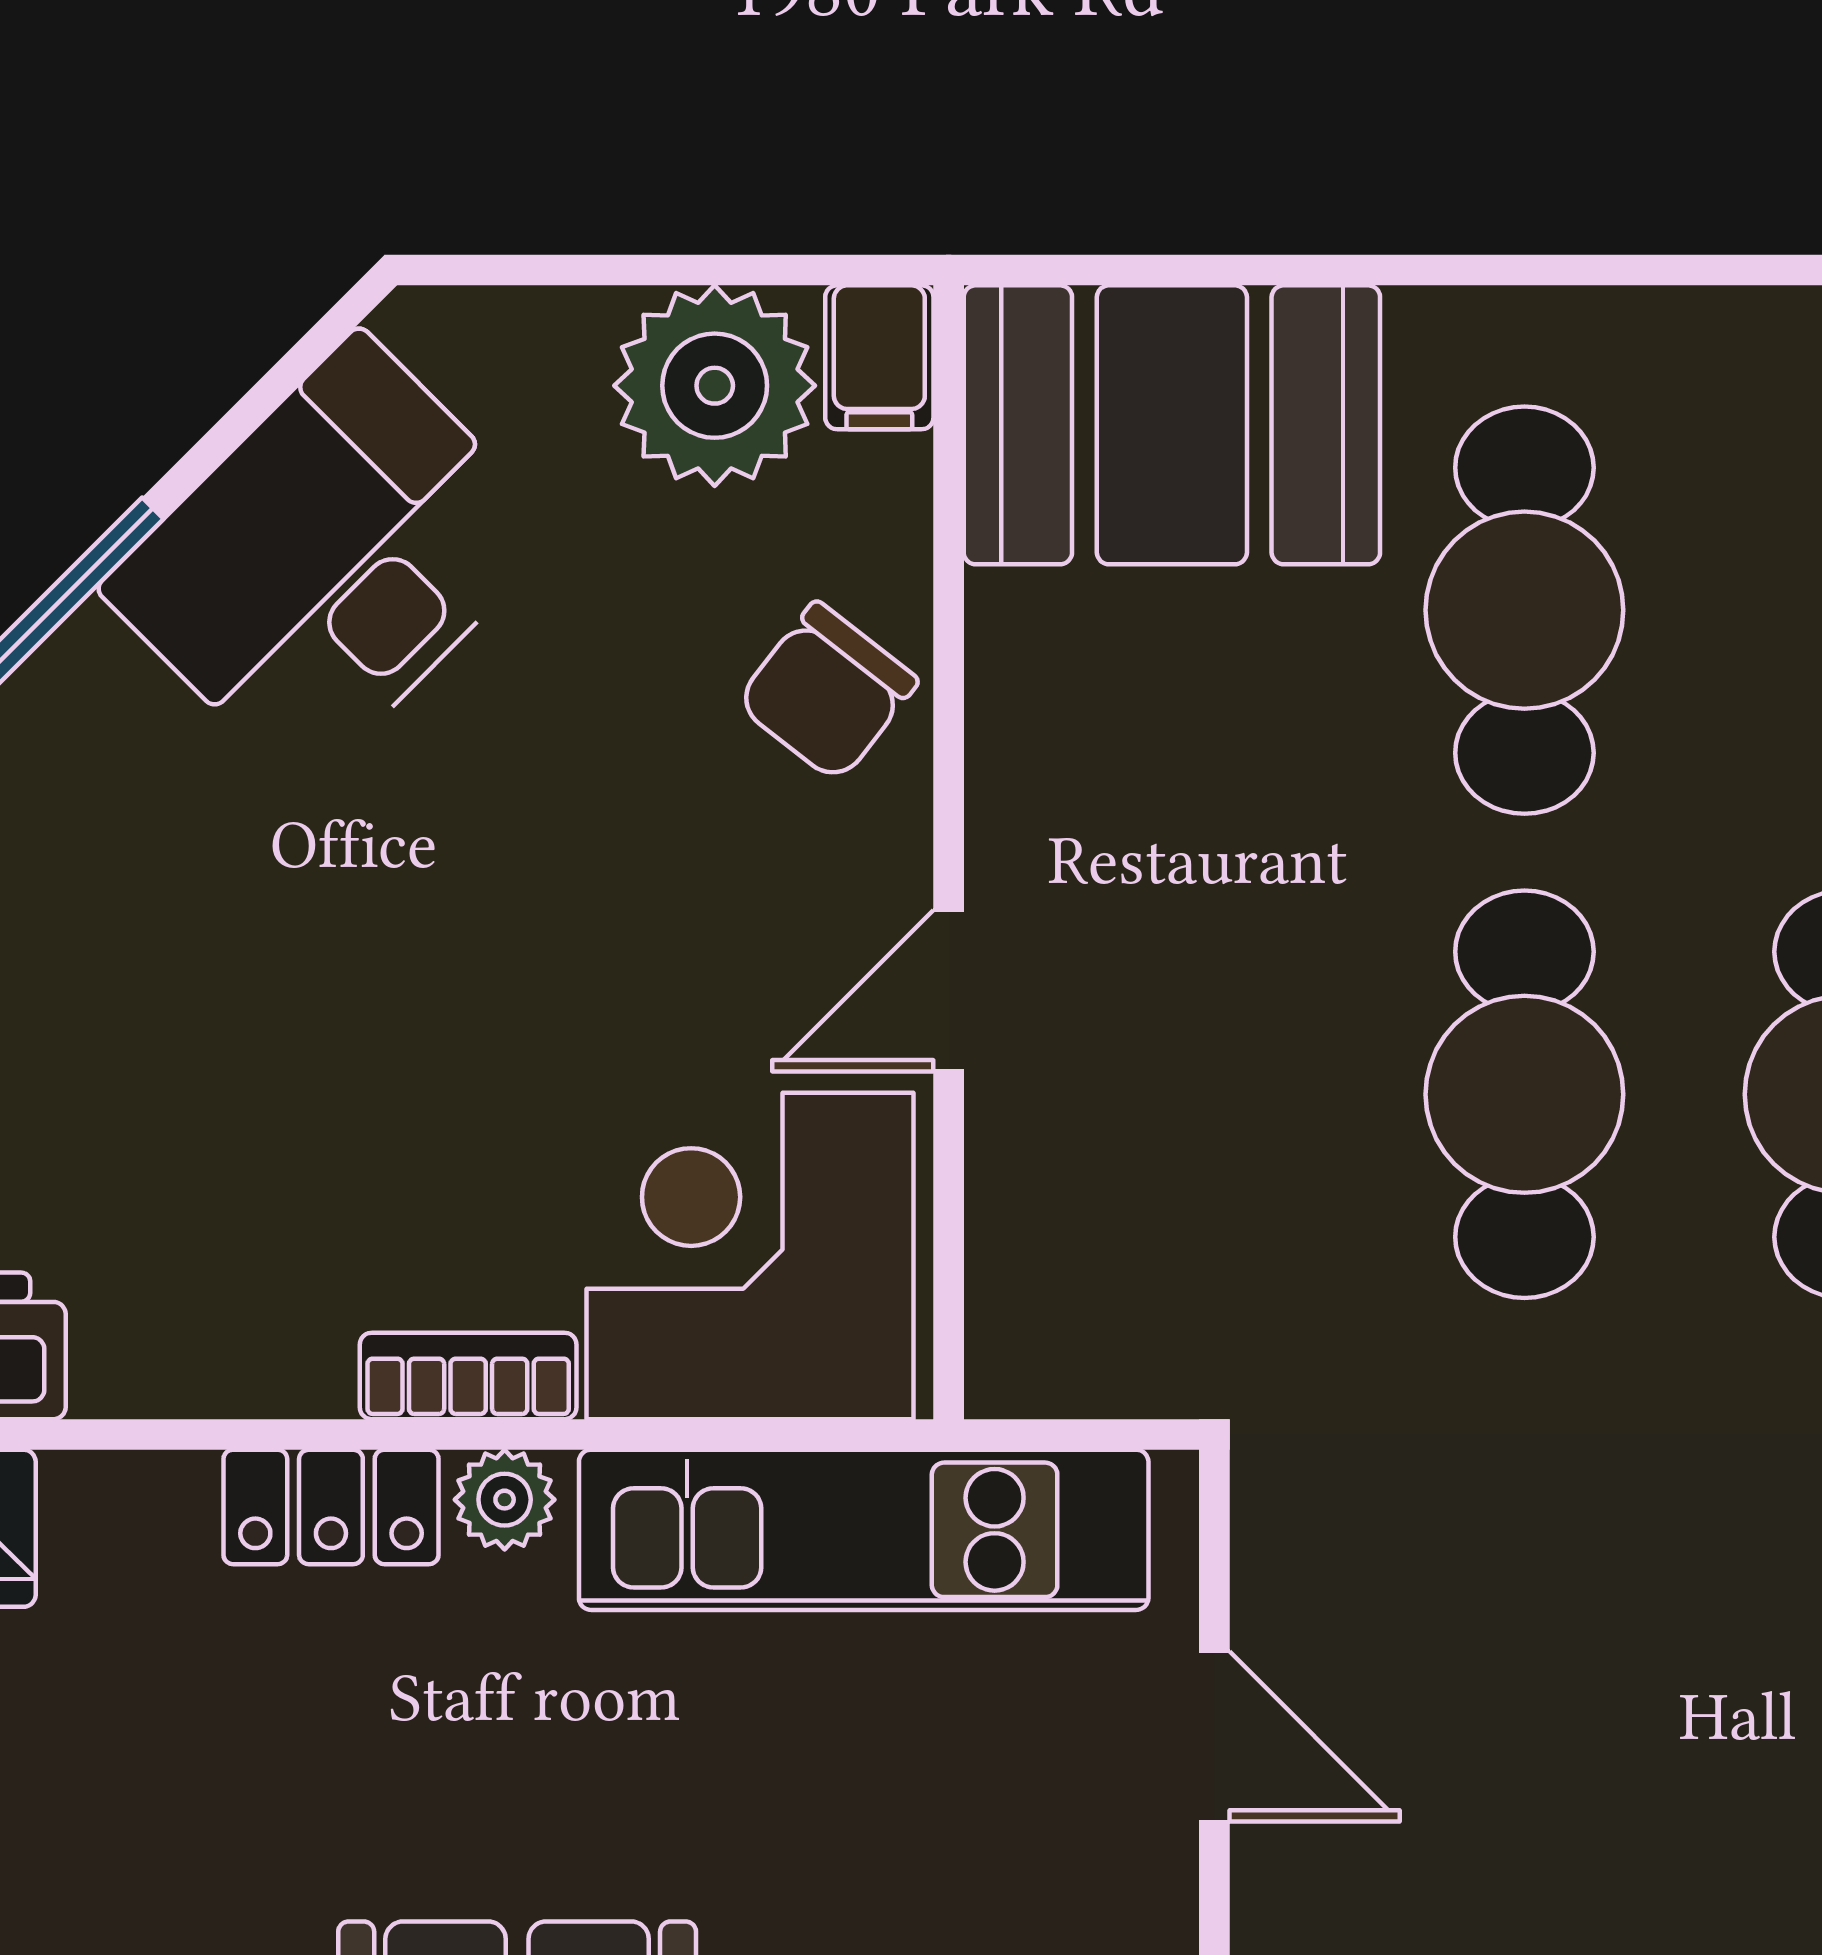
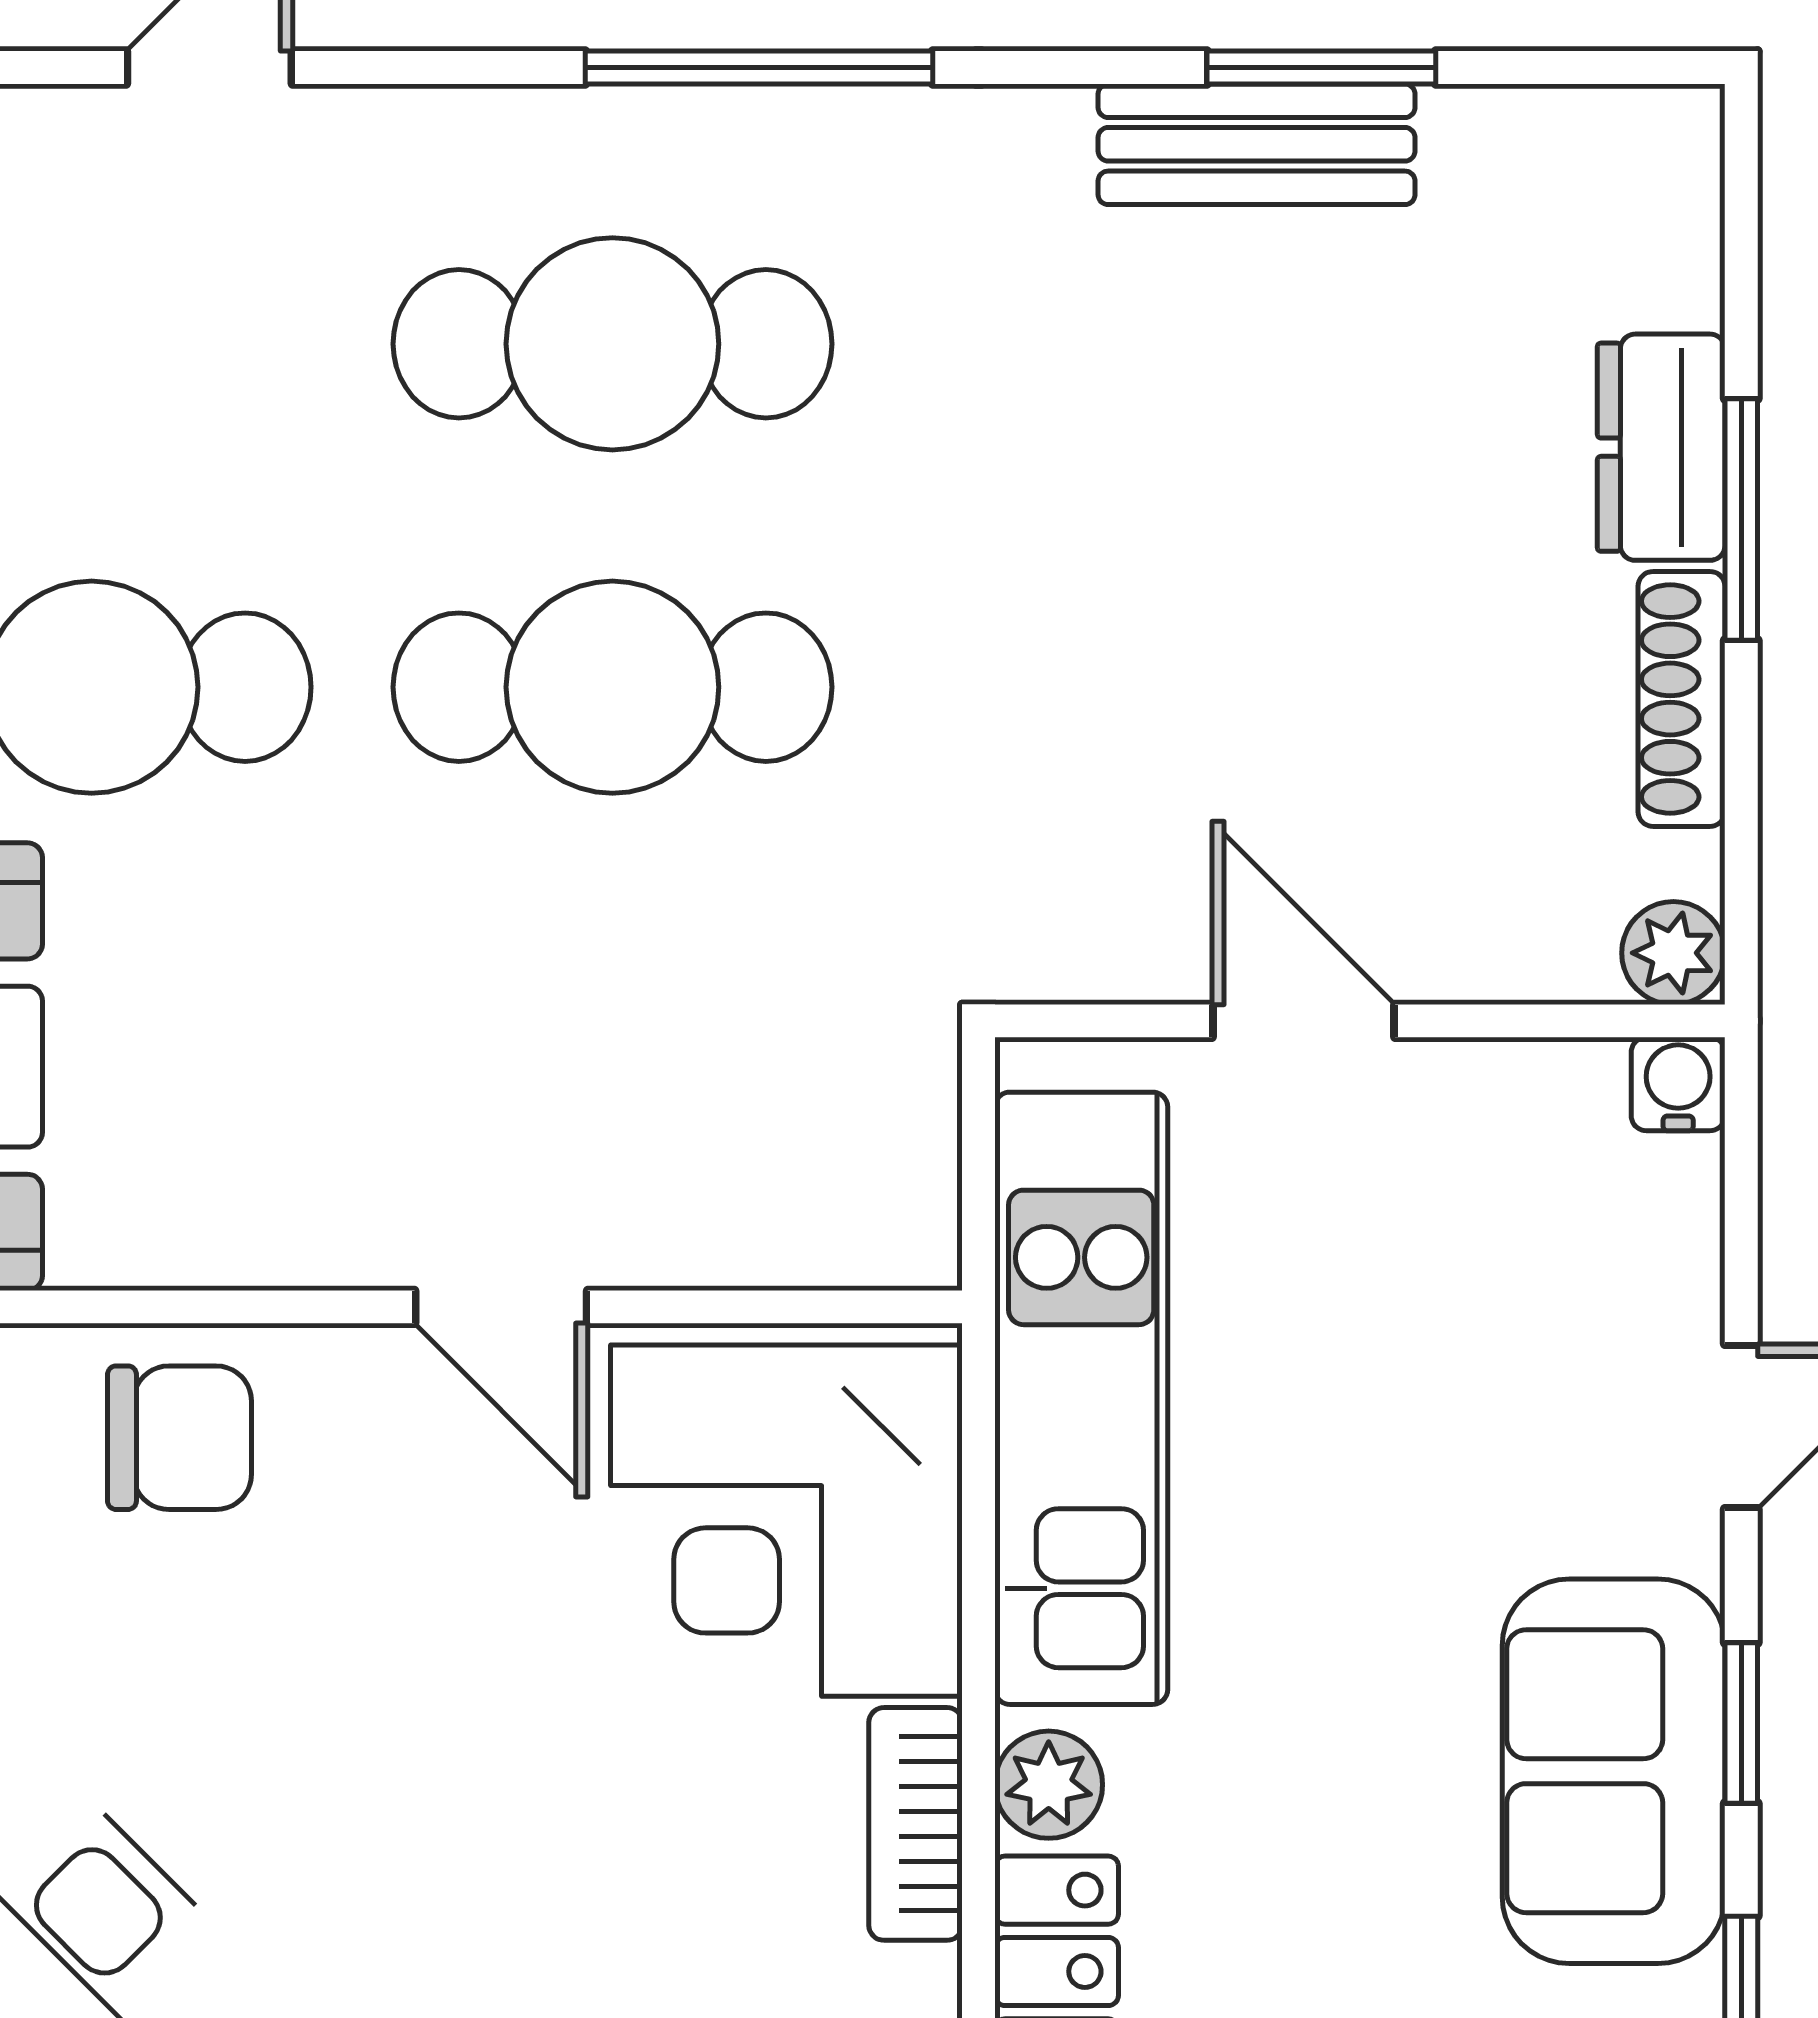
chair: (827, 692) -> (179, 1438), turned -38
door: (1214, 1736) -> (1303, 1021), hinge flipped

